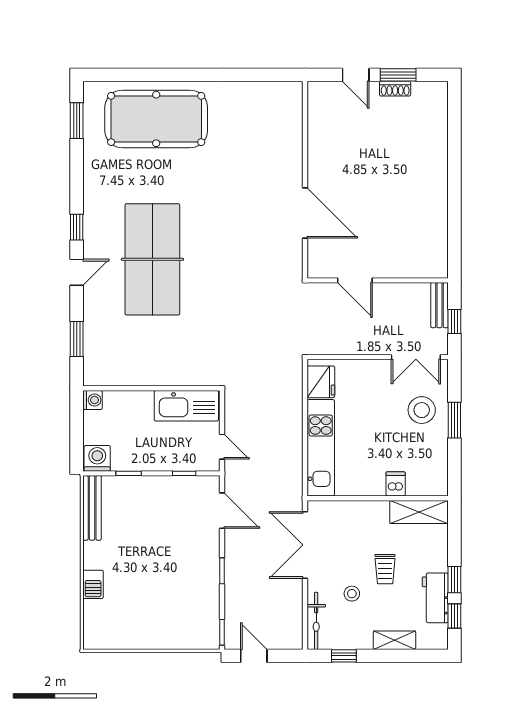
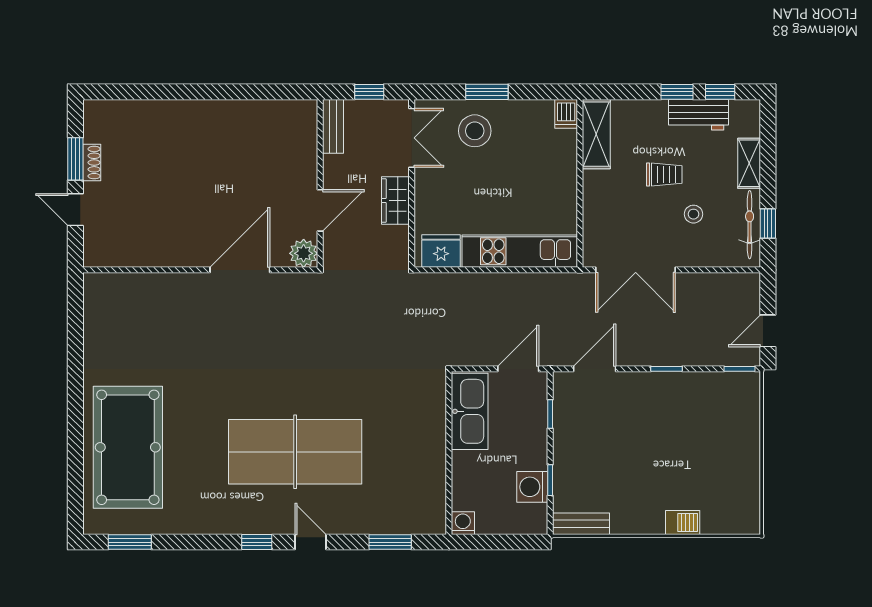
door: (356, 75) -> (75, 210), swing flipped
plant: (319, 266) -> (304, 253), added
bench: (439, 305) -> (333, 126), moved, turned 90
wardrobe: (363, 344) -> (395, 201), added
door: (222, 447) -> (518, 369), width x1.38
washing machine: (97, 458) -> (532, 487), moved
dishwasher: (396, 484) -> (566, 114), moved, turned -90
bench: (92, 508) -> (581, 524), width x0.73
bicycle: (316, 621) -> (750, 225), moved, turned -90

